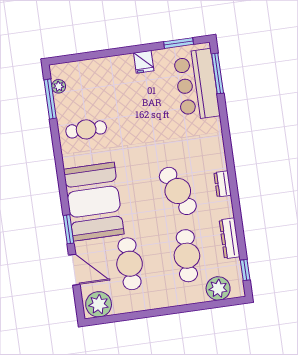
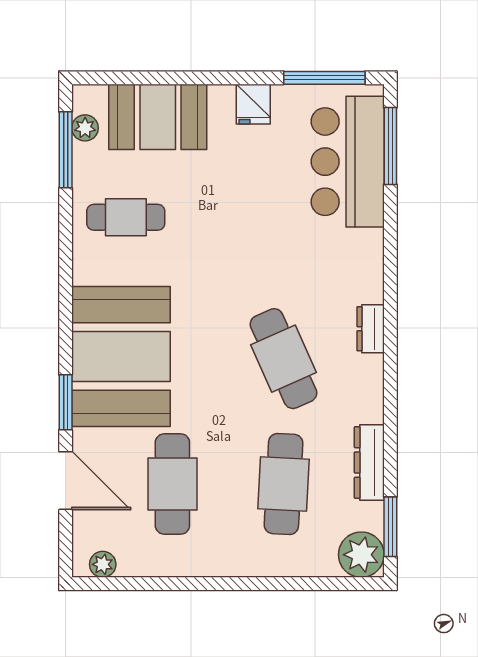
window: (179, 43) -> (324, 78), width x1.44
booth: (95, 75) -> (158, 117), added
dresser: (223, 184) -> (371, 329), moved
window: (245, 270) -> (390, 527), width x1.50
plant: (218, 288) -> (361, 555), moved
plant: (99, 304) -> (103, 564), width x0.53, depth x0.53

